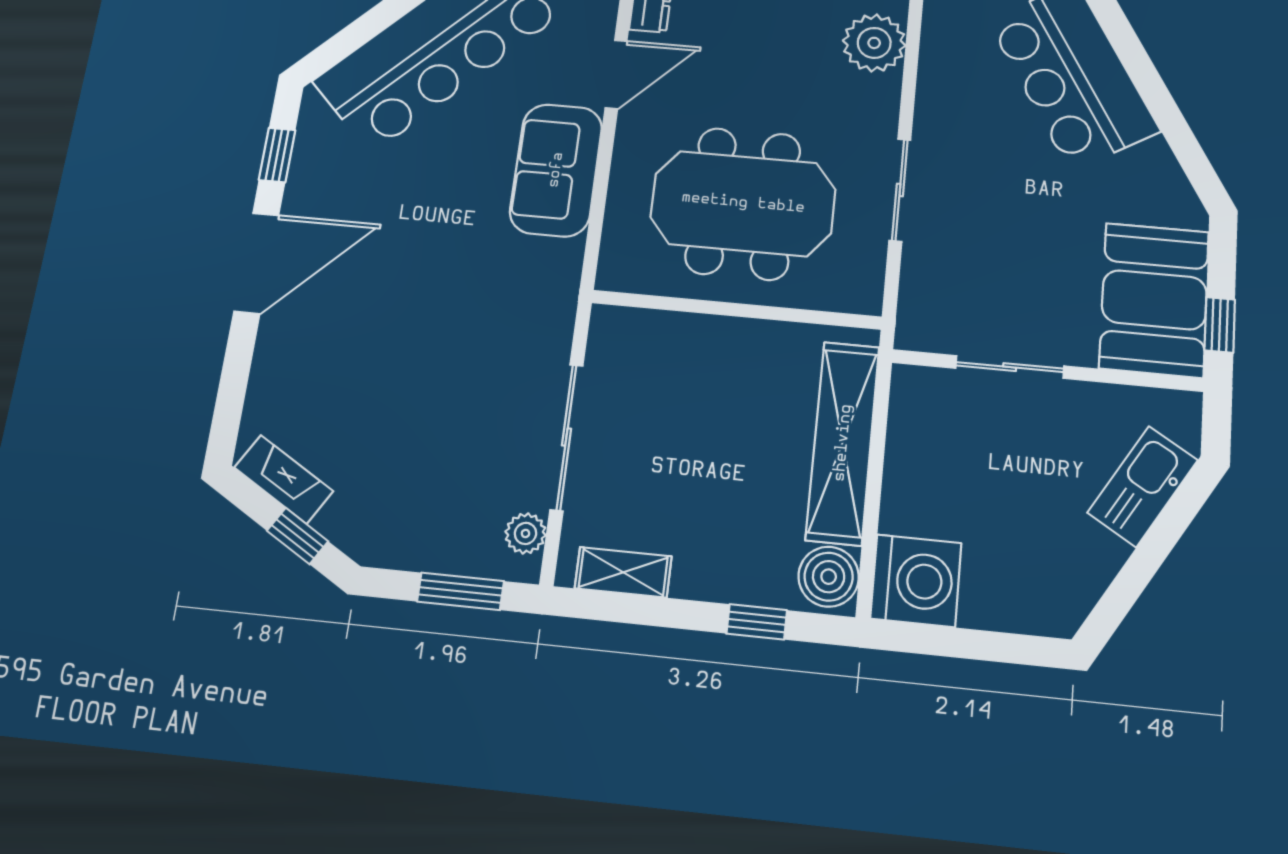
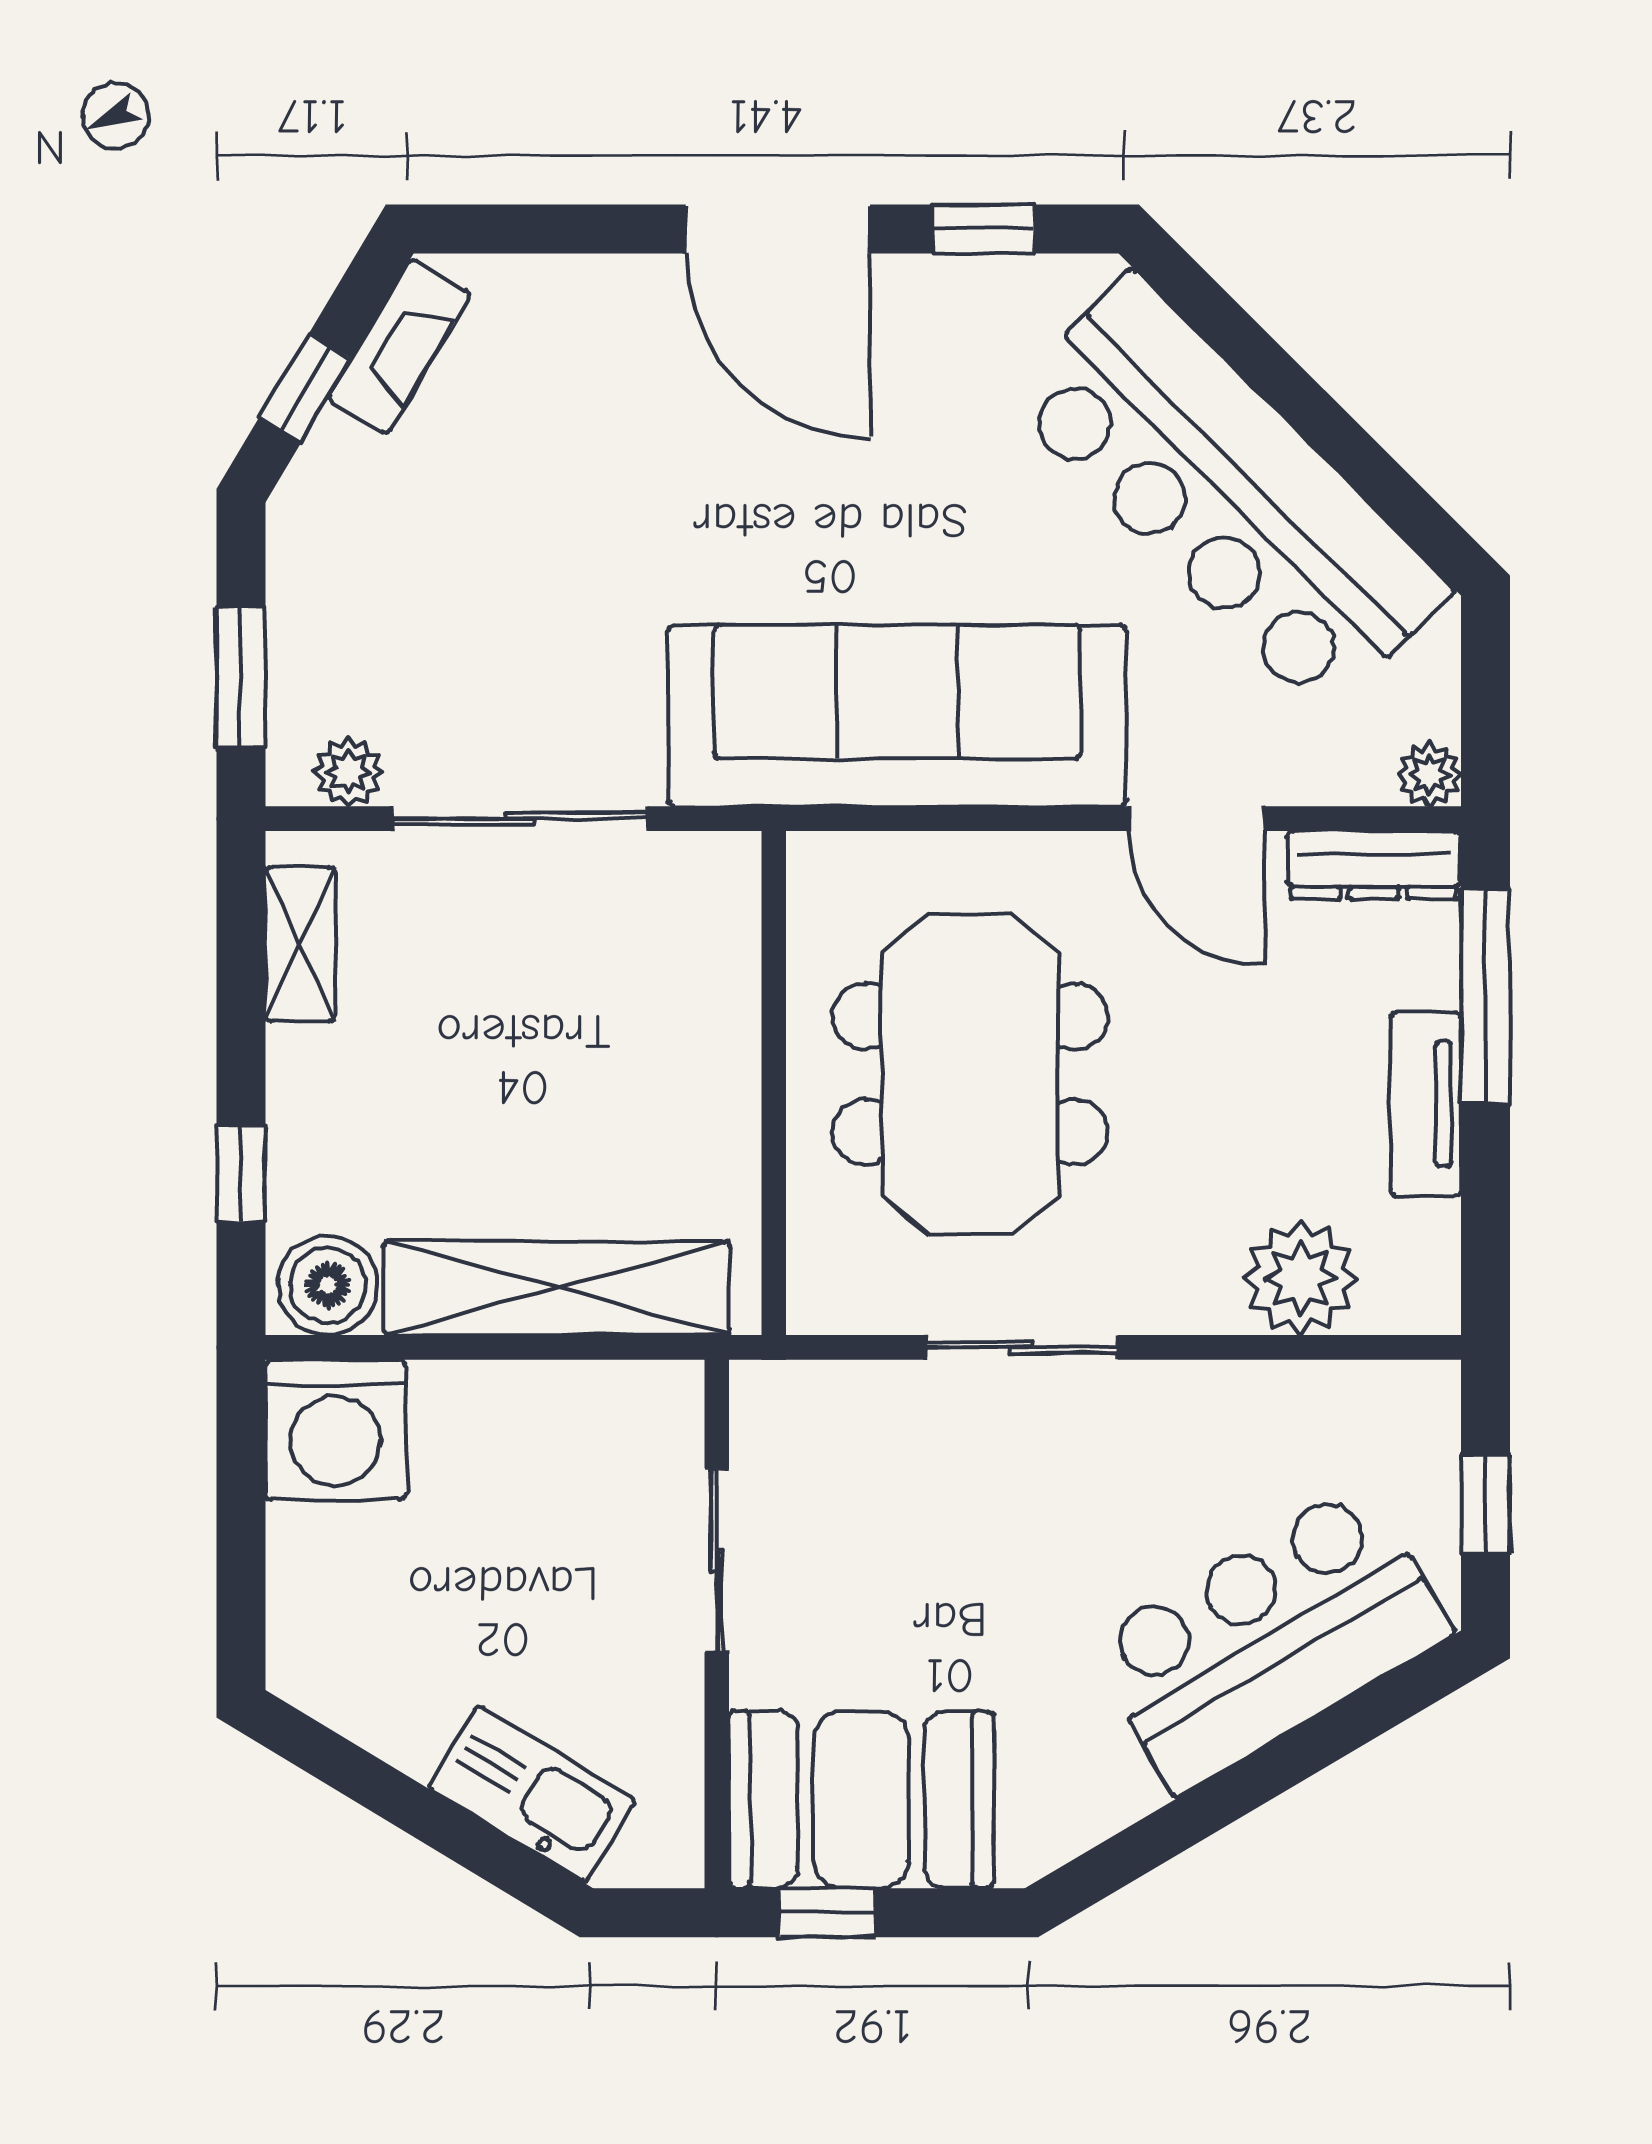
sofa: (556, 170) -> (897, 716), width x1.85, depth x1.27

